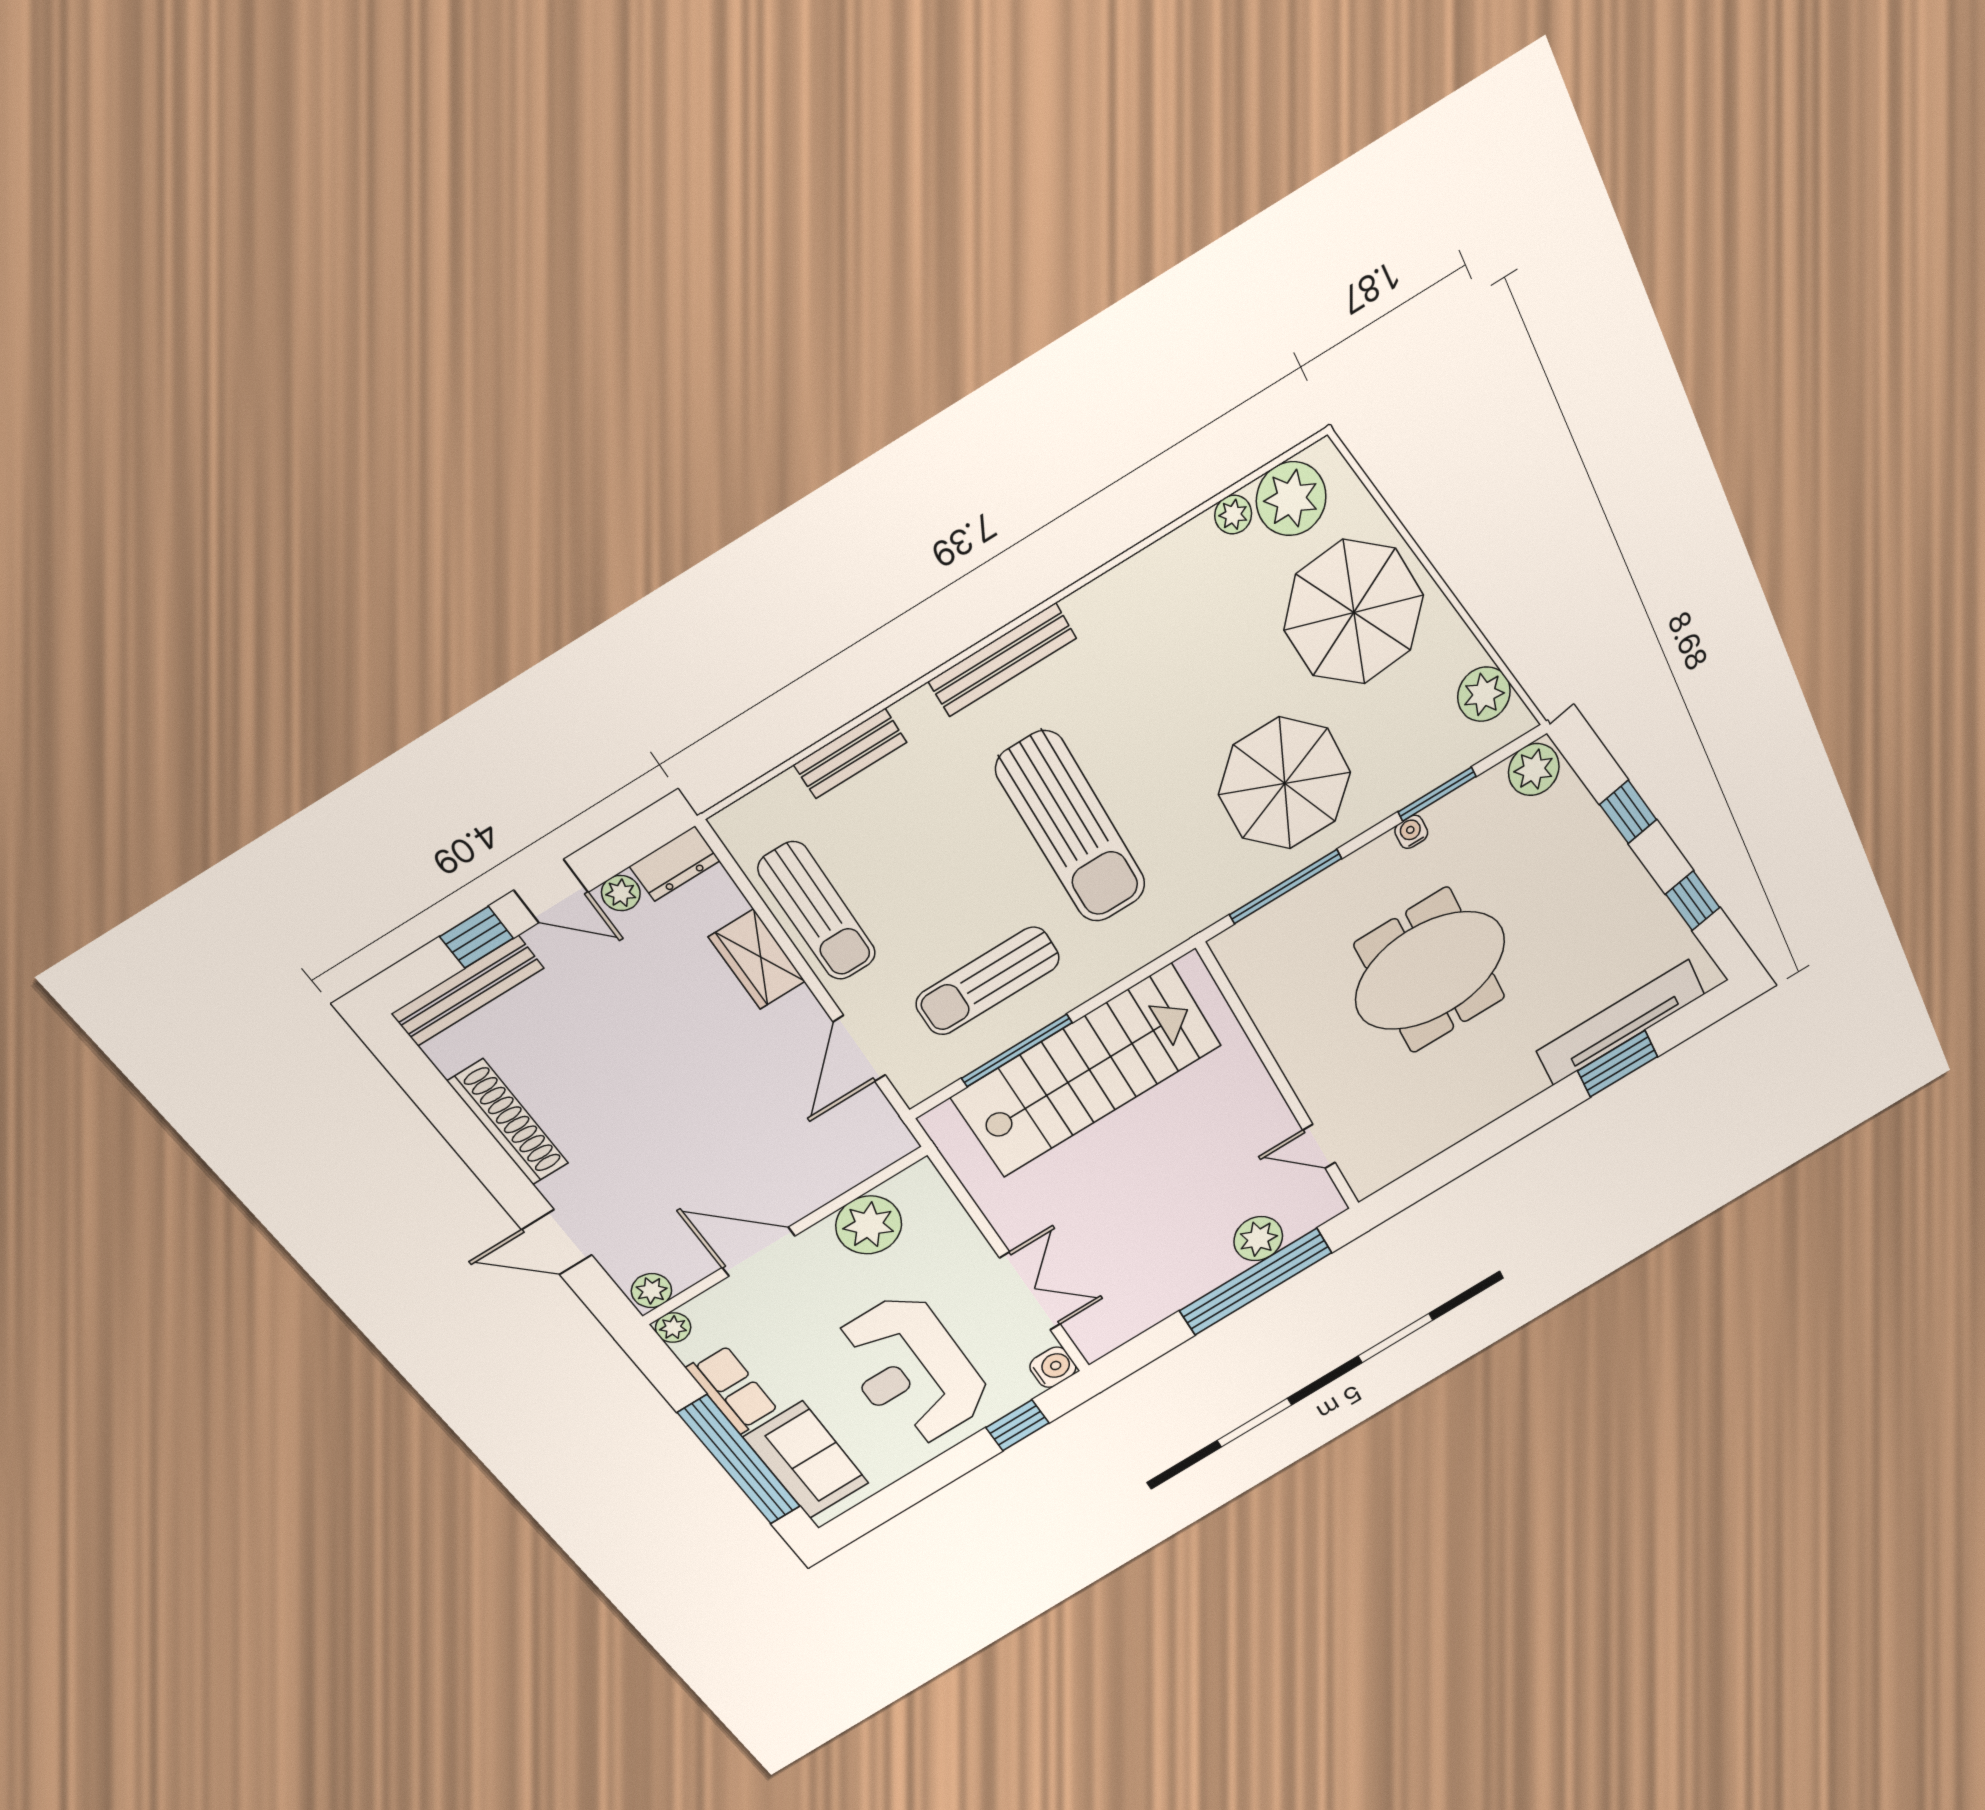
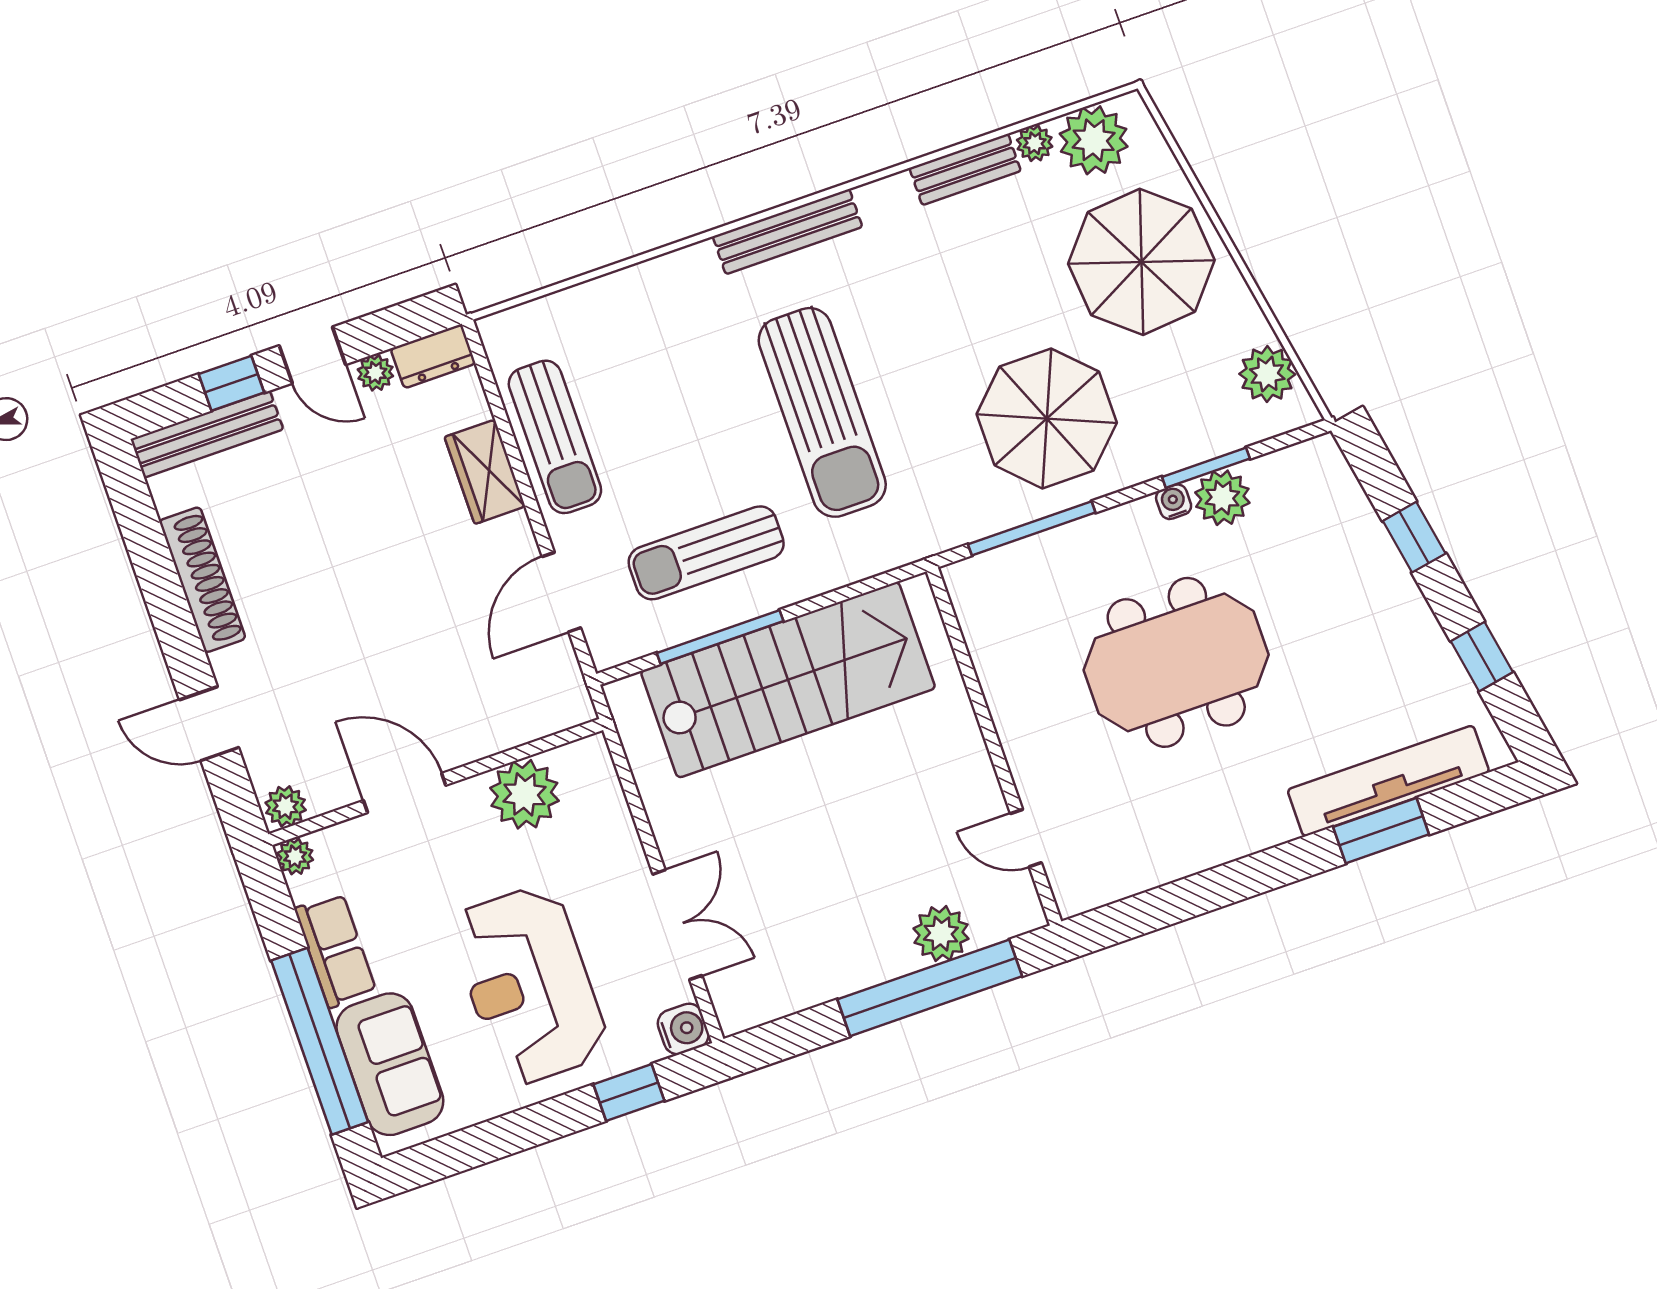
bench: (850, 754) -> (965, 169), moved
plant: (1534, 770) -> (1222, 498), moved

